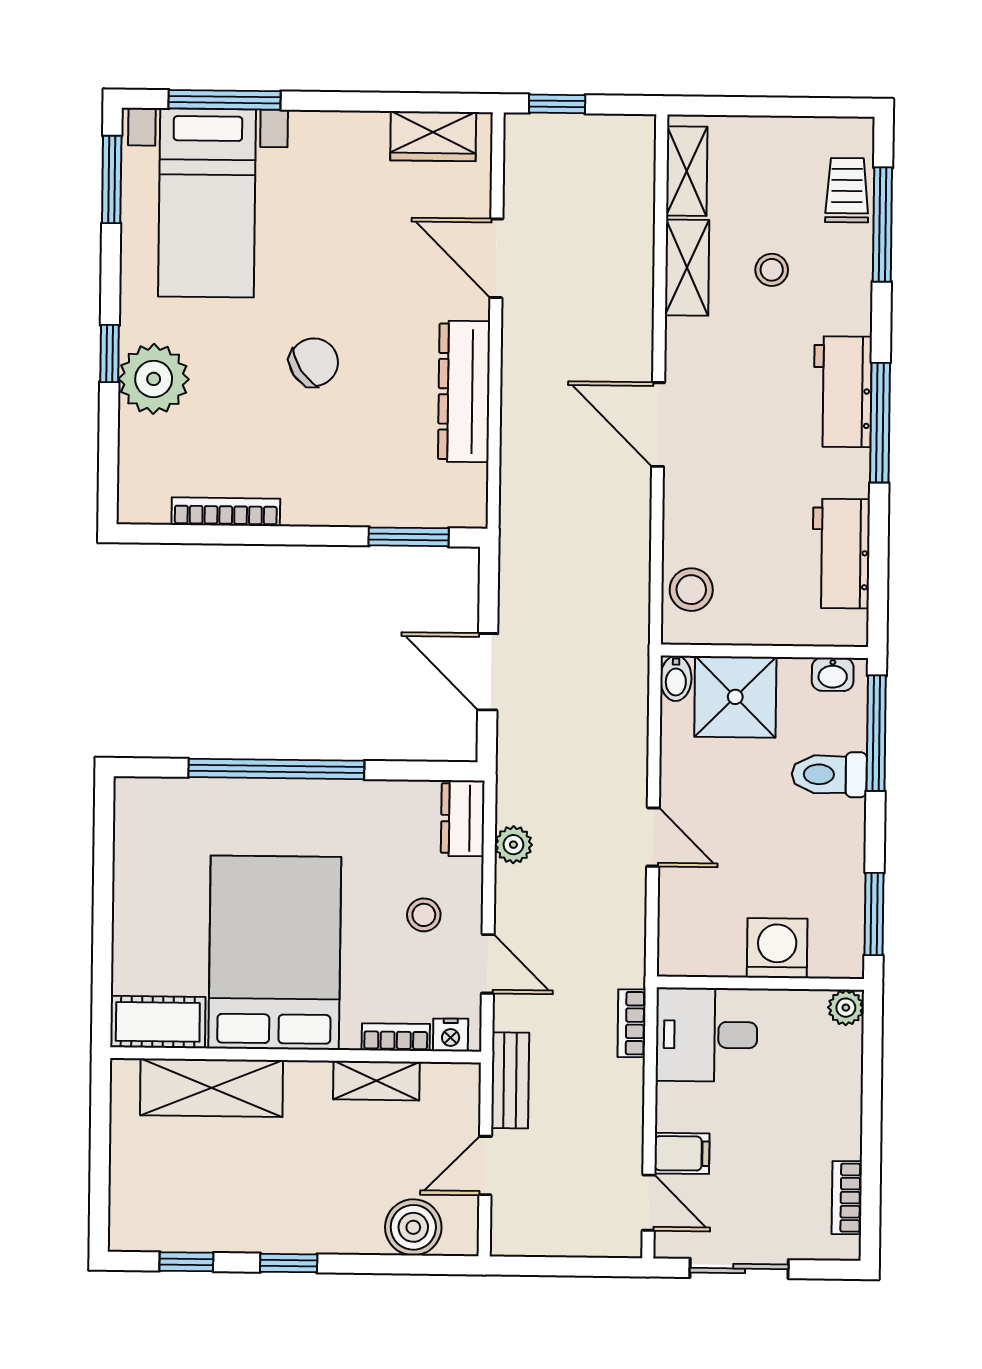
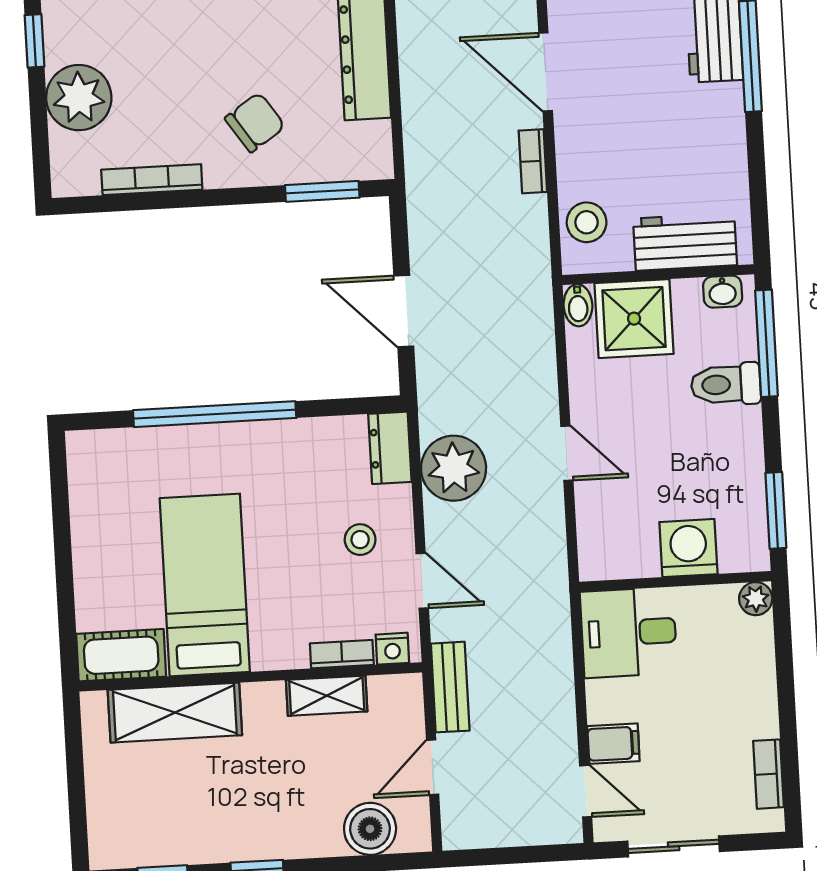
chair: (314, 362) -> (255, 122), moved
plant: (154, 379) -> (79, 98), moved
workbench: (841, 554) -> (685, 242), moved, turned 90
plant: (513, 845) -> (454, 468), width x1.87, depth x1.87
bed: (275, 953) -> (205, 585), width x0.67
bookcase: (632, 1023) -> (533, 161), moved

